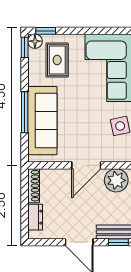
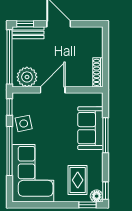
sofa: (42, 121) -> (90, 128), width x0.73
dresser: (35, 217) -> (96, 45), removed

